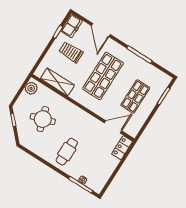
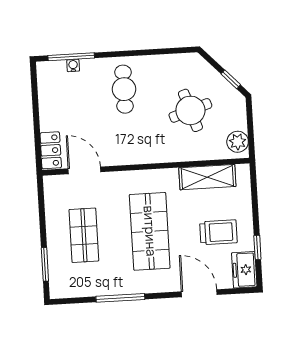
door: (113, 127) -> (84, 170), swing flipped

